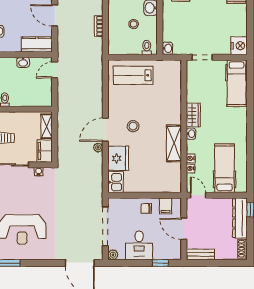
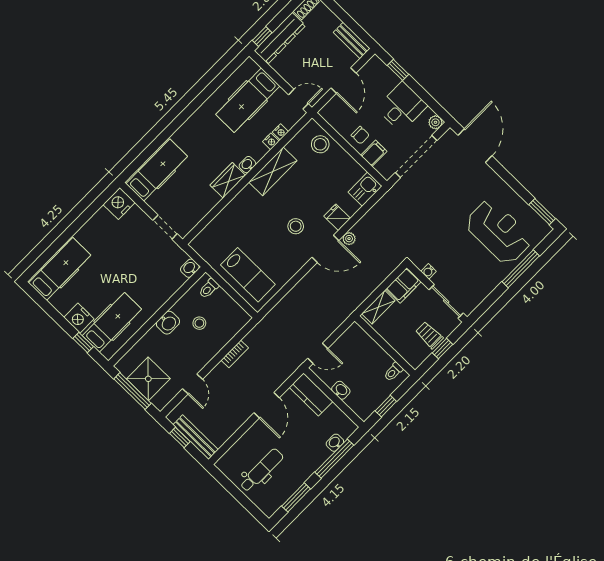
fridge: (118, 158) -> (337, 217), width x0.53, depth x0.75
stool: (163, 183) -> (320, 144), added
door: (198, 195) -> (298, 99), swing flipped
filing cabinet: (166, 206) -> (374, 153), moved

